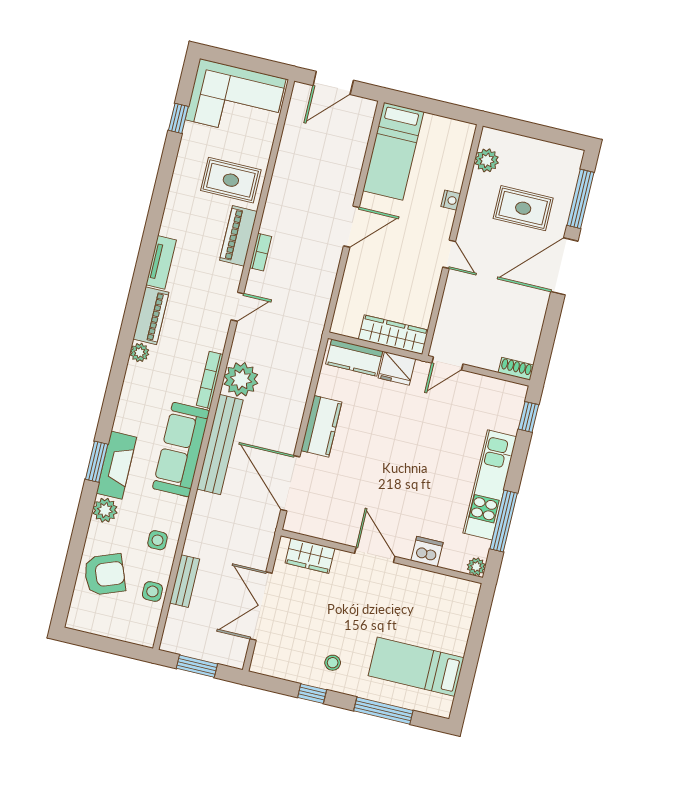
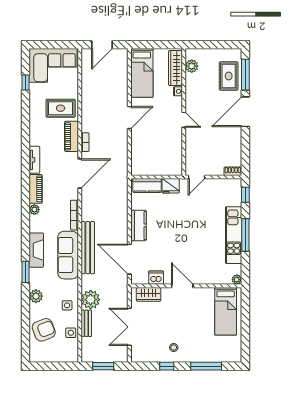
rug: (523, 208) -> (229, 76), moved, turned 90
door: (237, 307) -> (80, 173), width x1.88
wardrobe: (393, 335) -> (175, 68), moved, turned -90
plant: (241, 379) -> (91, 300), moved
fireplace: (116, 465) -> (36, 250), moved
window: (504, 521) -> (245, 235), moved
dishwasher: (427, 552) -> (156, 278), moved
bed: (416, 667) -> (226, 311), moved, turned -90

